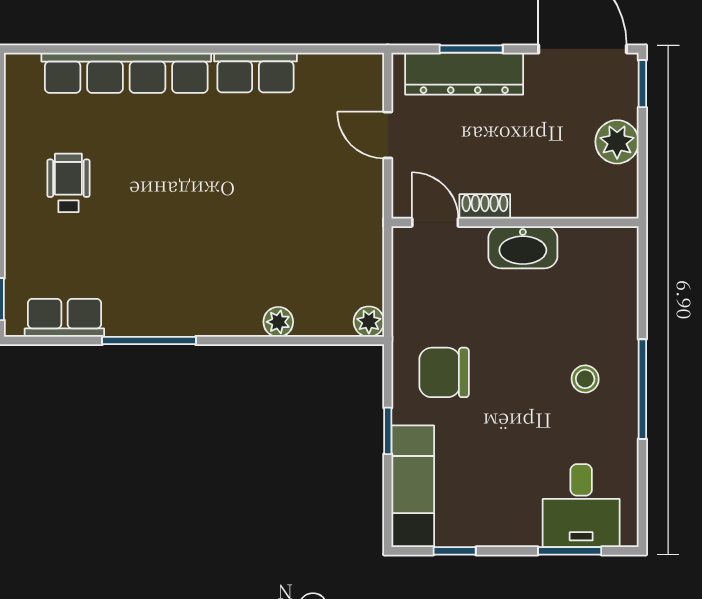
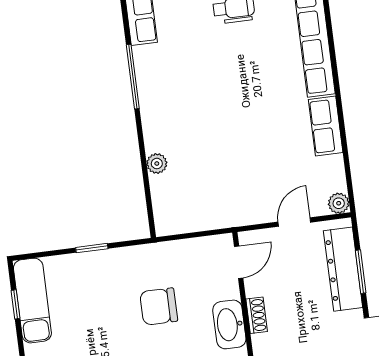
shoe rack: (485, 206) -> (257, 315), moved
plant: (369, 322) -> (339, 203), moved
chair: (444, 372) -> (159, 307), moved, turned -90
exam couch: (413, 486) -> (32, 301), moved, turned -90

